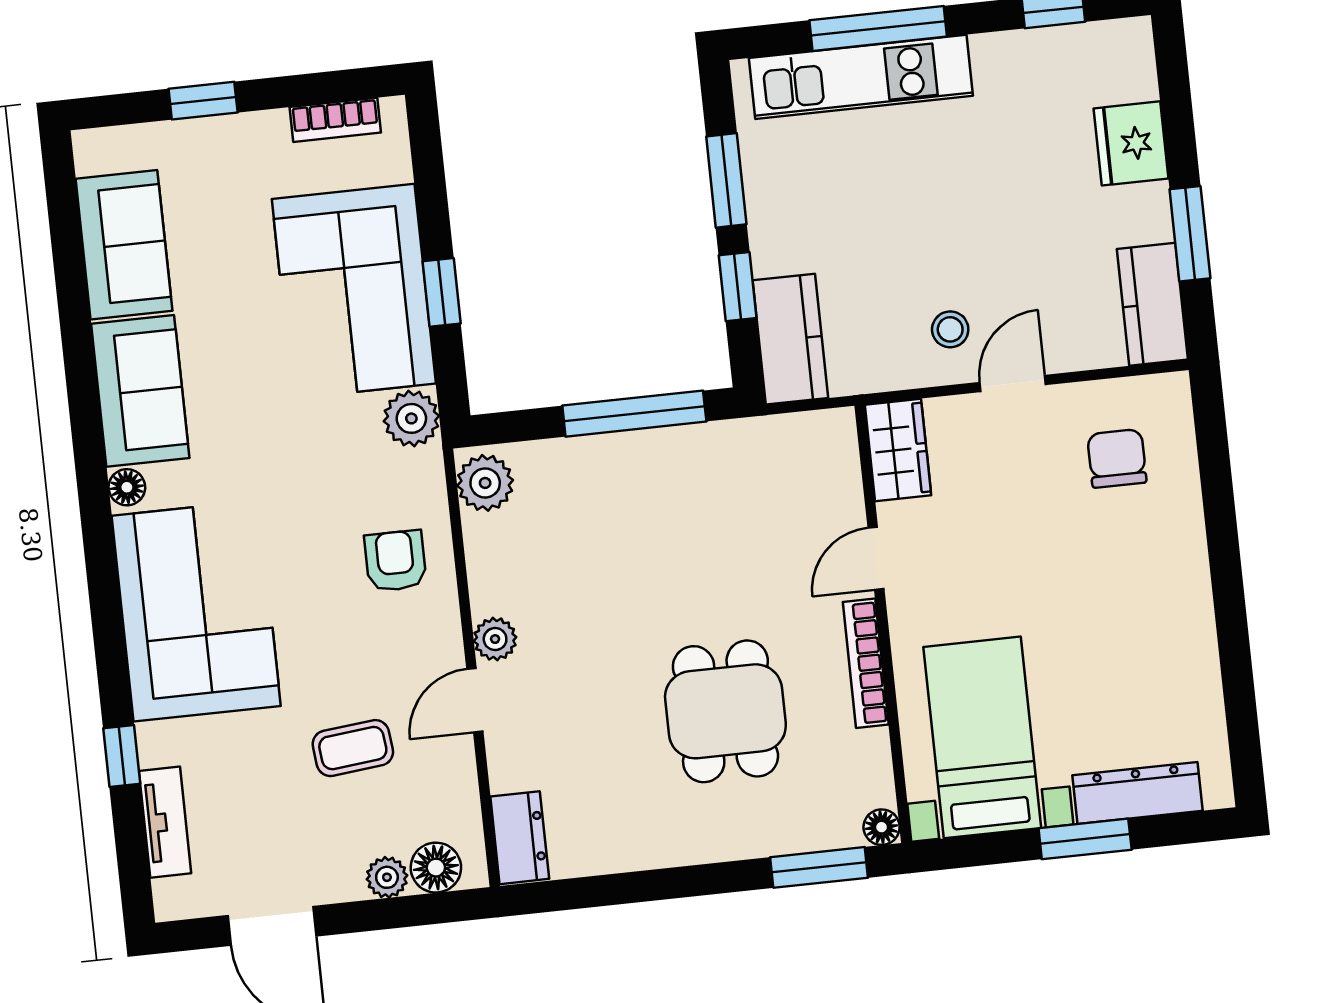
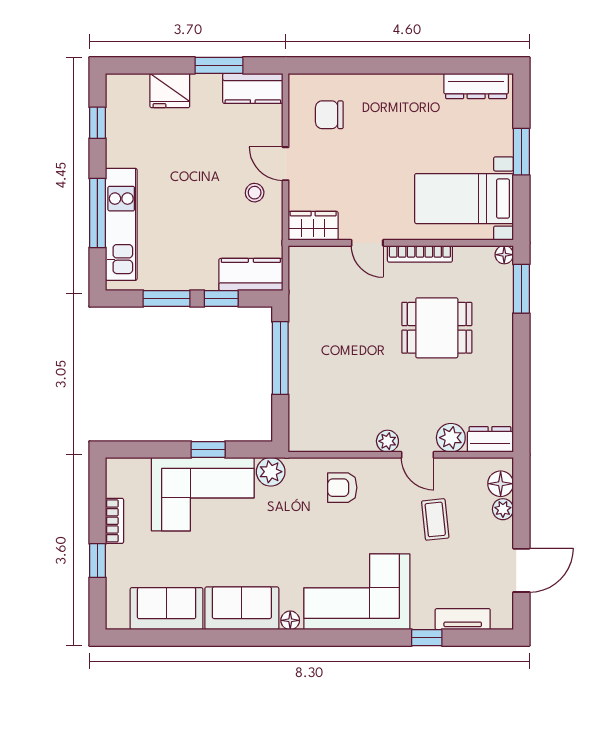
bookcase: (335, 120) -> (114, 521), moved
plant: (485, 483) -> (451, 438), moved
dresser: (1137, 793) -> (476, 86), moved, turned -90

